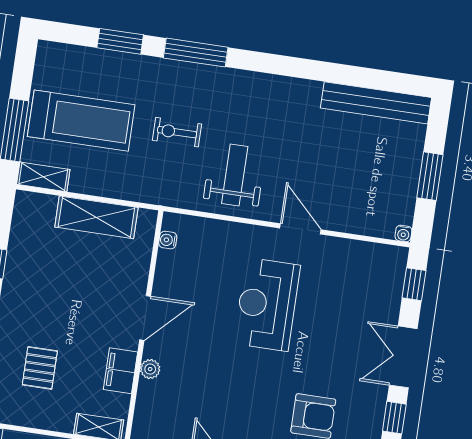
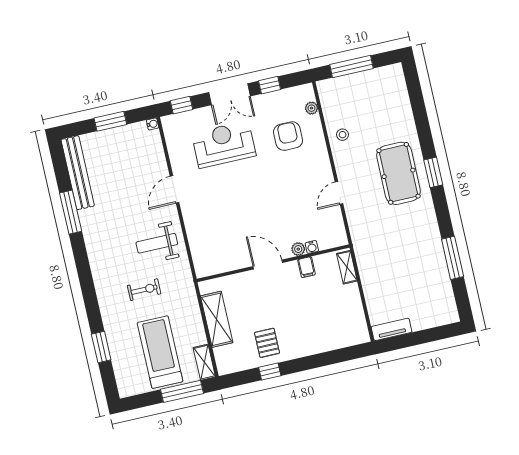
window: (196, 53) -> (71, 212), moved
exercise bike: (177, 132) -> (144, 290), turned -90
water cooler: (168, 240) -> (312, 247), moved
reception desk: (267, 304) -> (224, 144), moved, turned 180
pallet: (40, 368) -> (267, 343), moved, turned 90
filing cabinet: (121, 371) -> (306, 267), width x0.50

